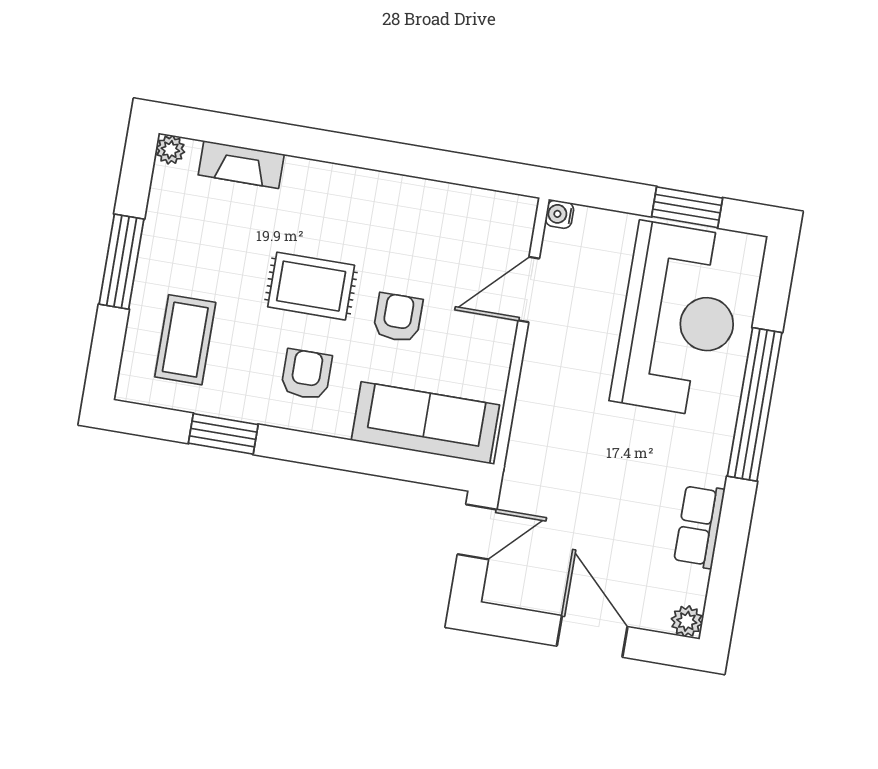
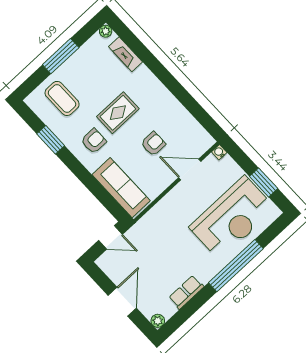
rug: (311, 286) -> (118, 113), turned 90
armchair: (398, 318) -> (153, 144), moved
coffee table: (185, 340) -> (62, 98), turned 90

